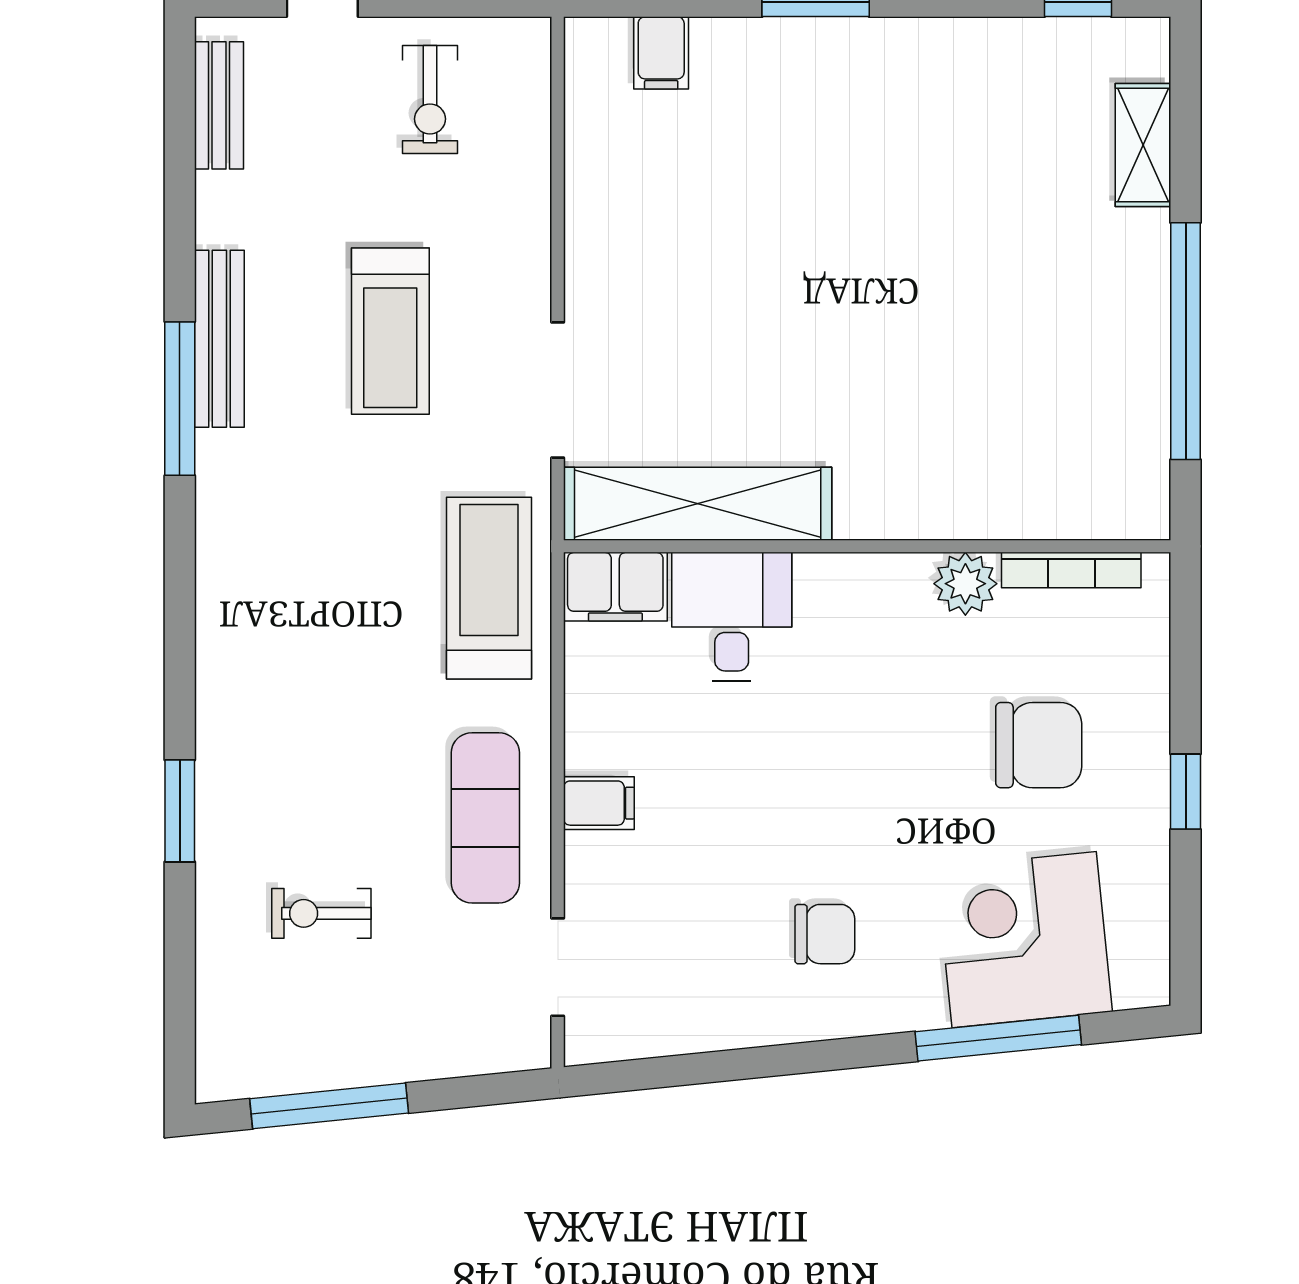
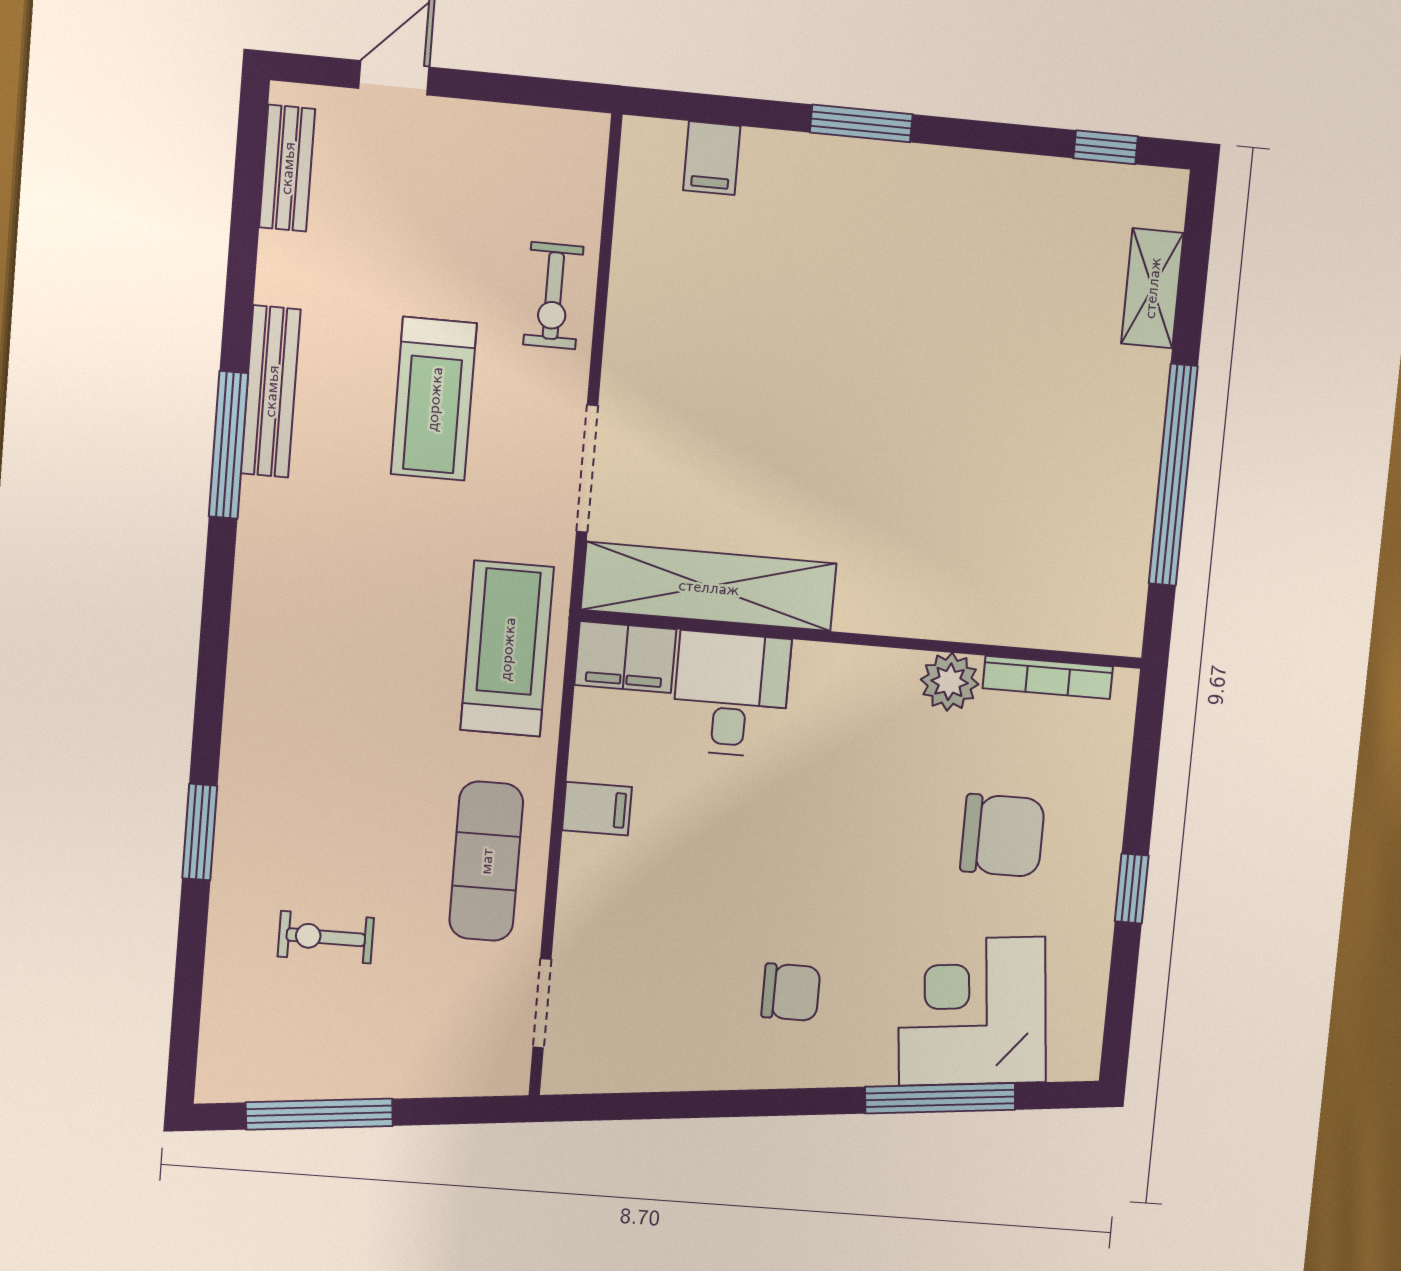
exercise bike: (430, 99) -> (553, 296), moved
filing cabinet: (599, 803) -> (597, 809), moved

